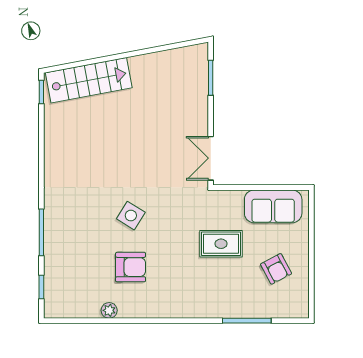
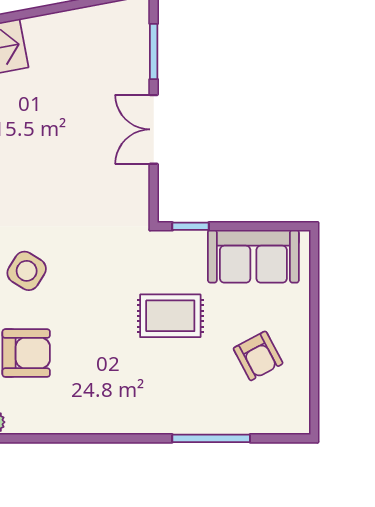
double door: (211, 158) -> (154, 129), moved
window: (234, 188) -> (191, 226), added

